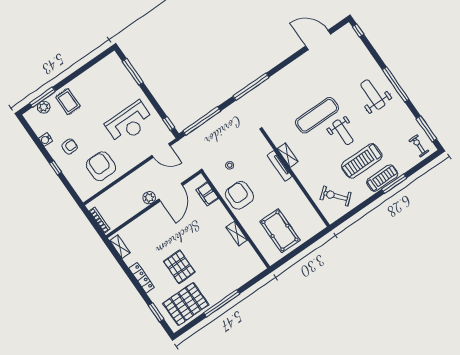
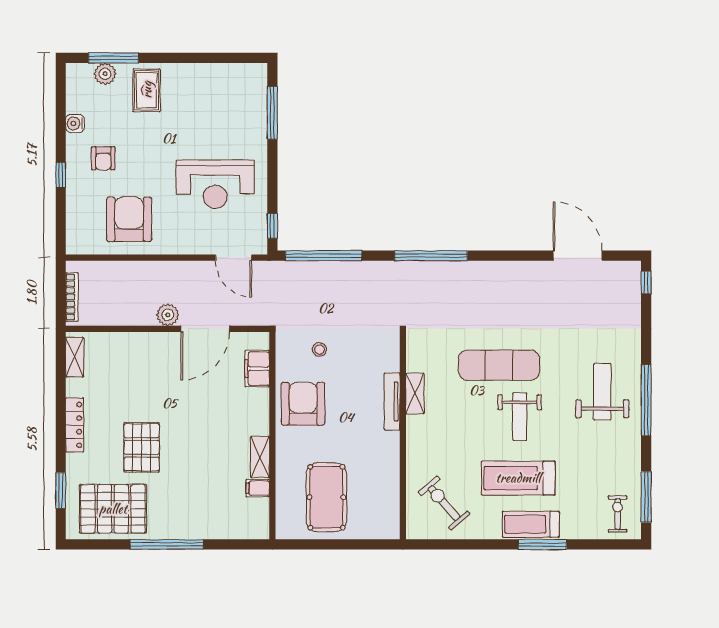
armchair: (70, 147) -> (103, 158), turned 90
treadmill: (382, 178) -> (531, 524), turned 180
filing cabinet: (246, 249) -> (258, 488), added

